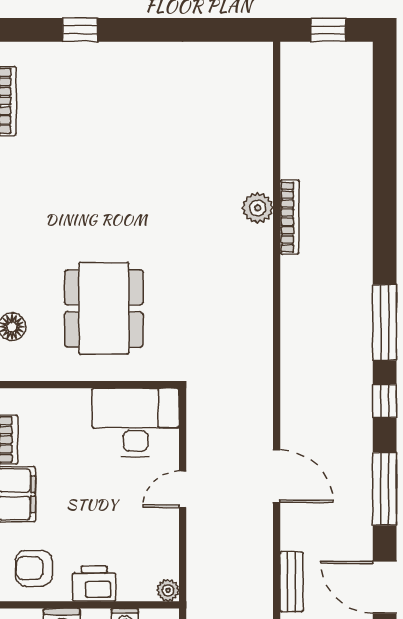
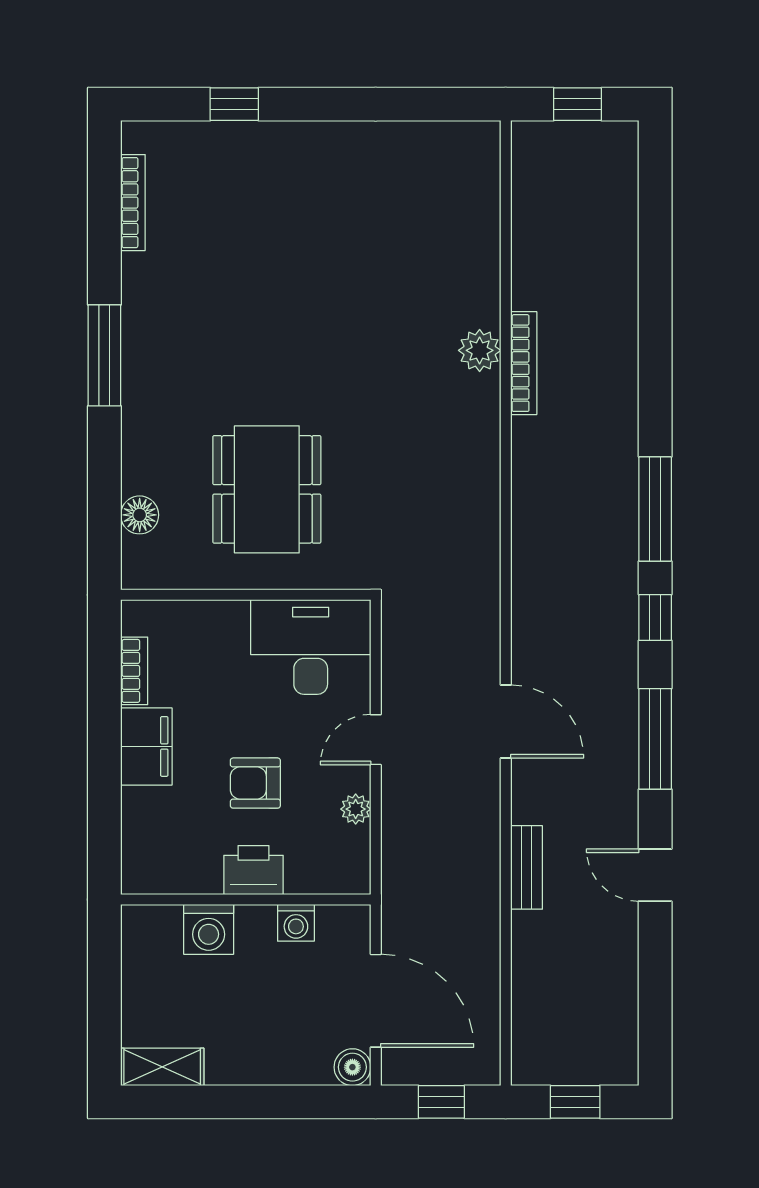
armchair: (34, 568) -> (255, 783), moved
door: (385, 587) -> (655, 875), width x0.73
plant: (168, 590) -> (356, 809), moved

